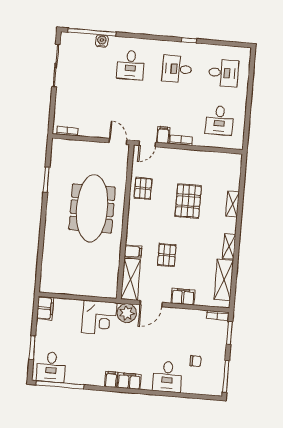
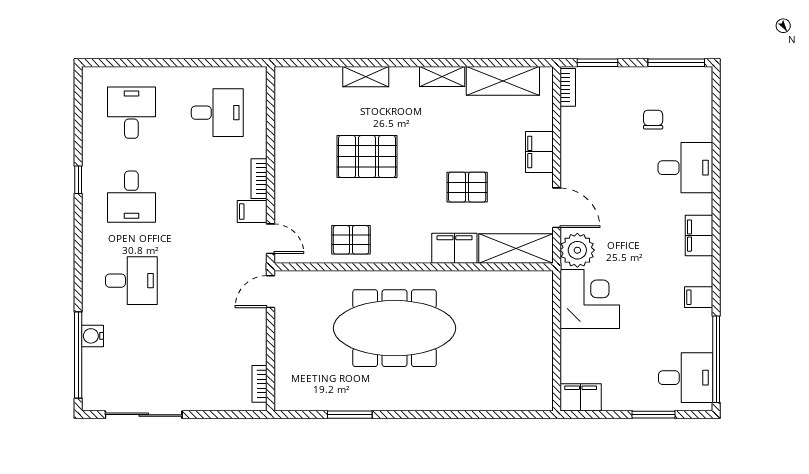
filing cabinet: (133, 251) -> (454, 248), width x2.00
filing cabinet: (111, 379) -> (699, 297), moved

